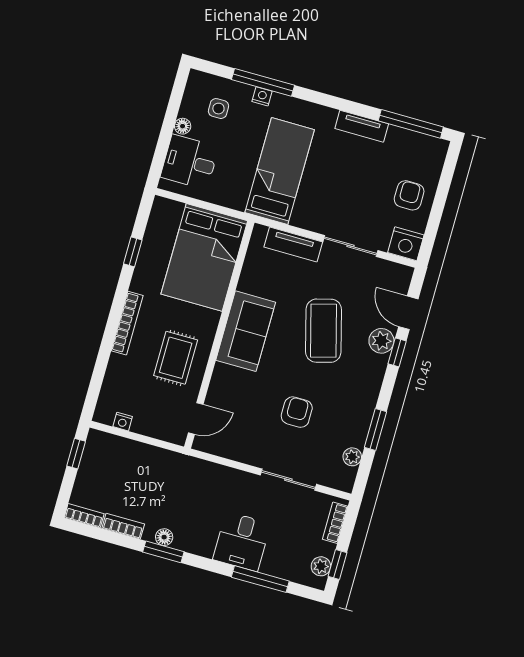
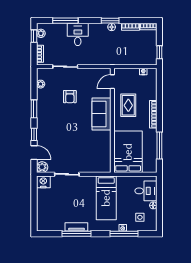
window: (411, 124) -> (77, 234), moved
armchair: (409, 195) -> (48, 203), removed
tv unit: (293, 244) -> (91, 168), removed
window: (133, 252) -> (159, 146), width x2.17
sofa: (246, 331) -> (101, 114), moved
coffee table: (323, 331) -> (68, 135), removed
plant: (381, 341) -> (42, 167), moved
window: (375, 430) -> (34, 109), moved

